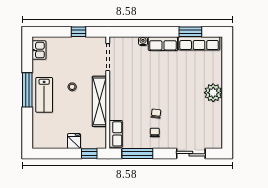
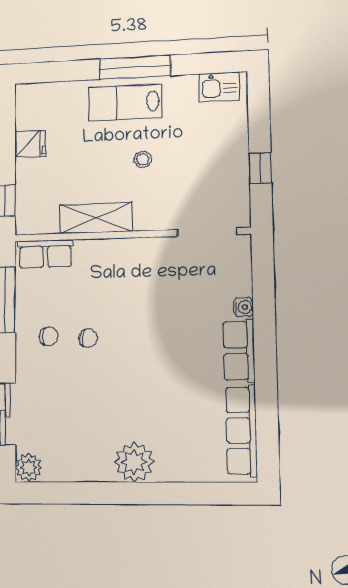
window: (190, 32) -> (267, 411), removed
shelving: (99, 101) -> (96, 218), width x0.68
fridge: (74, 141) -> (30, 144), moved
plant: (216, 142) -> (29, 467), added

